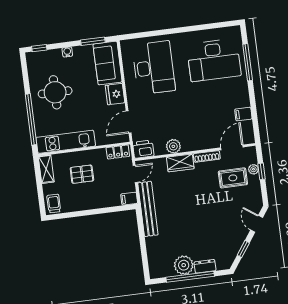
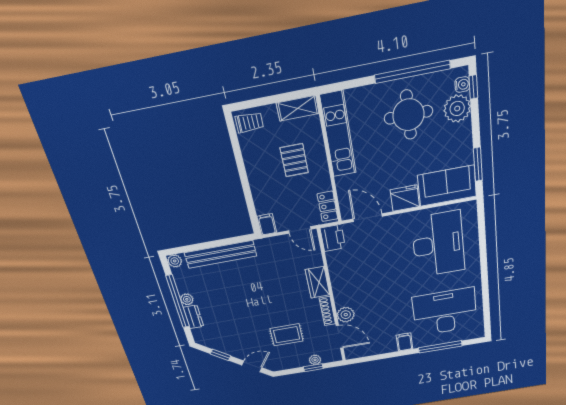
water cooler: (67, 52) -> (462, 85), moved
plant: (53, 58) -> (457, 109), added
desk: (214, 60) -> (445, 312), turned 90
desk: (154, 68) -> (438, 244), turned -90
filing cabinet: (243, 114) -> (405, 342), moved
window: (31, 119) -> (412, 72), moved
plant: (173, 146) -> (346, 315), moved
rug: (233, 178) -> (287, 335), moved, turned 90
bench: (148, 209) -> (220, 254), moved
plant: (184, 265) -> (187, 299), width x0.53, depth x0.53
plant: (155, 273) -> (175, 261), added

